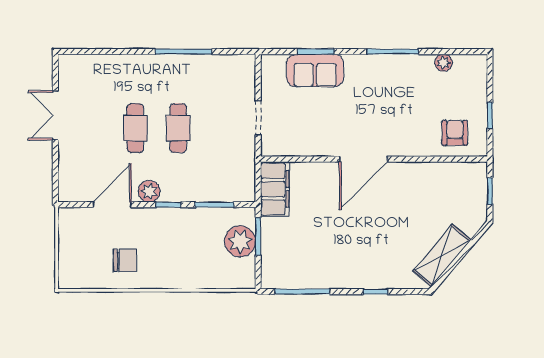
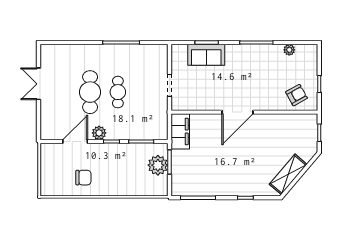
cafe table: (135, 128) -> (90, 92), width x1.37, depth x1.35
armchair: (455, 133) -> (297, 95), turned 61

